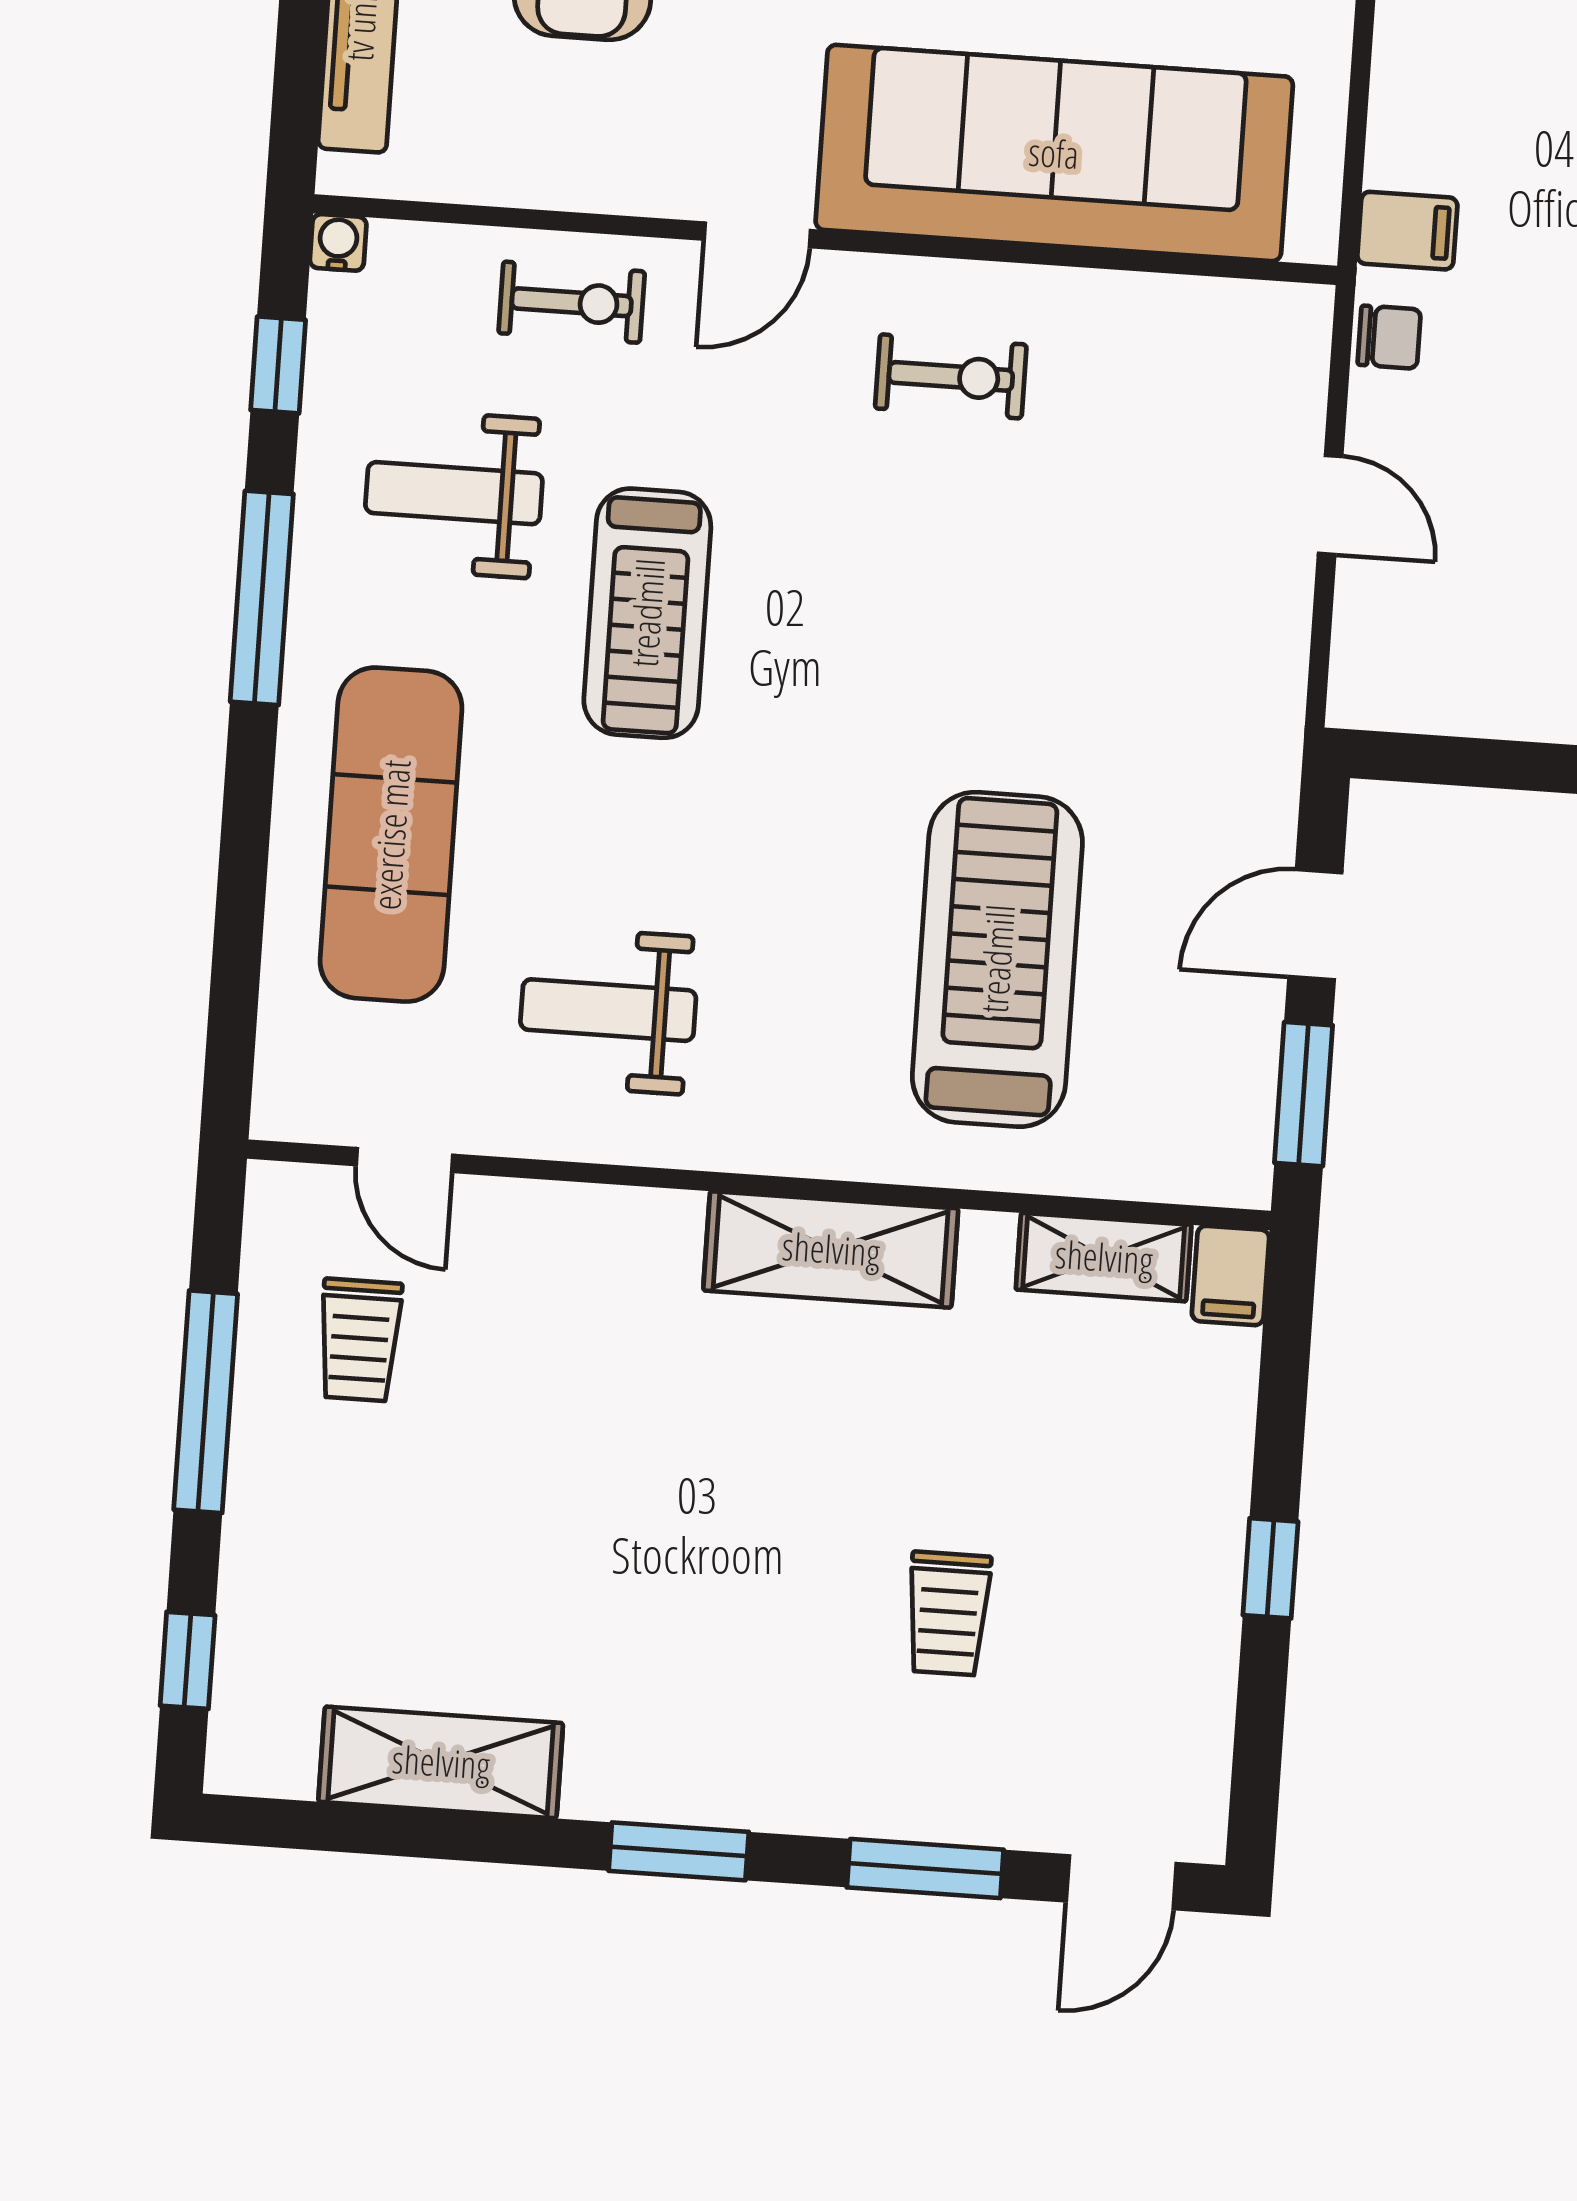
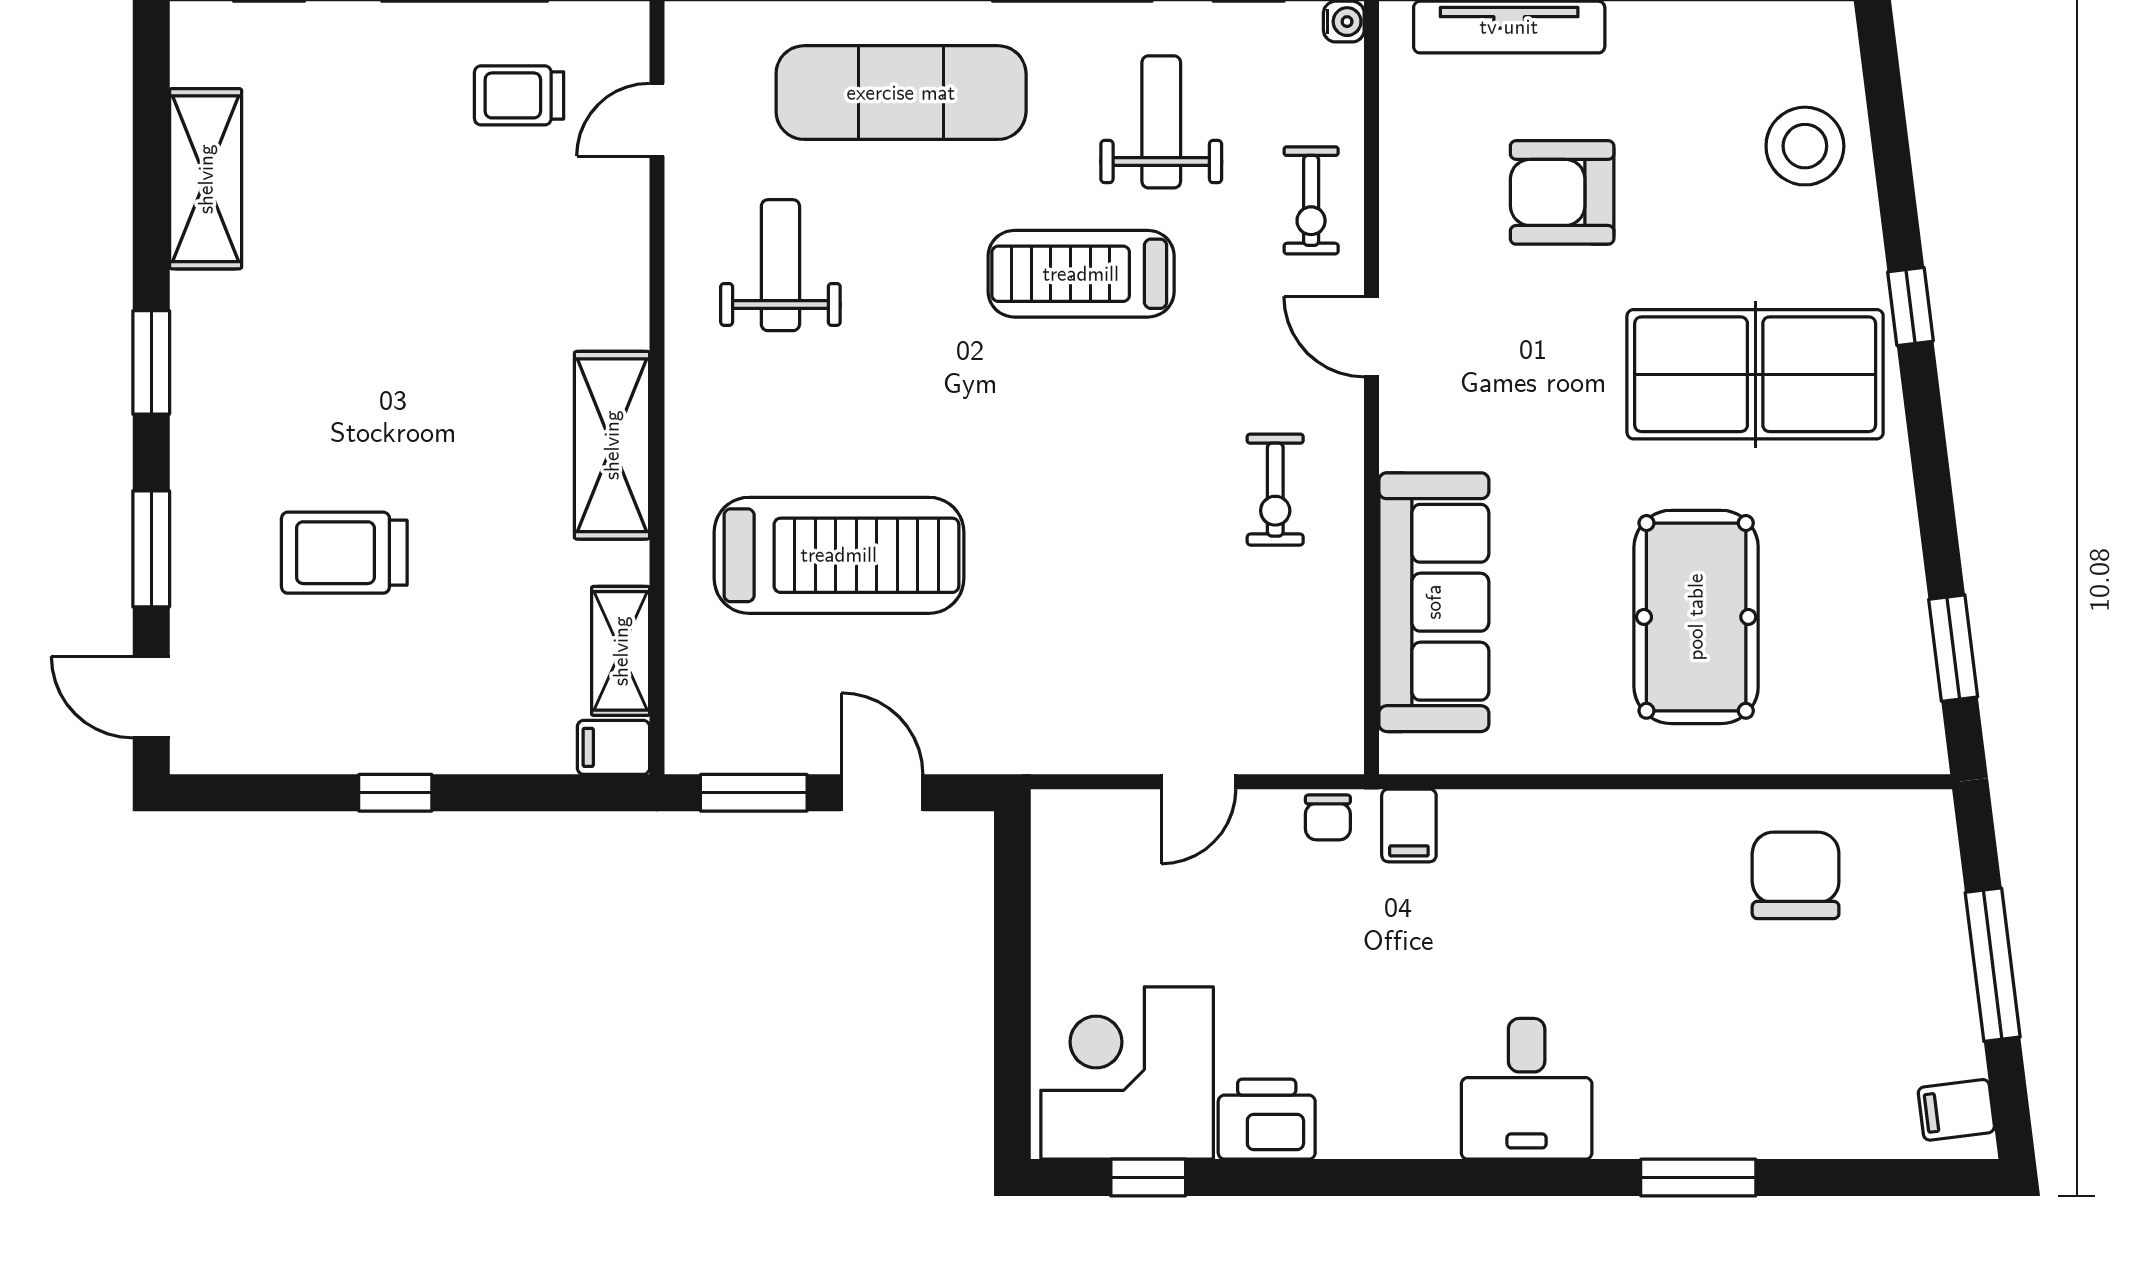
sofa: (1054, 153) -> (1434, 602), width x0.74, depth x0.79
trolley: (948, 1614) -> (344, 553), width x1.36, depth x1.39

